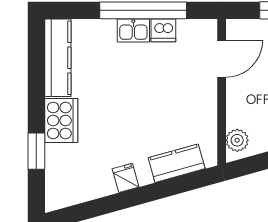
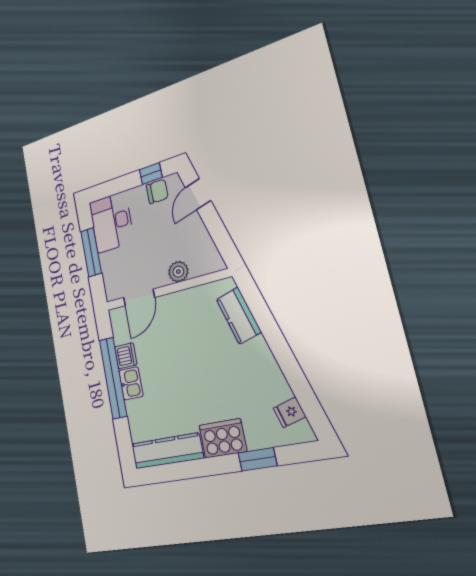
door: (222, 59) -> (139, 297), swing flipped
plant: (237, 140) -> (178, 272), moved
fridge: (126, 178) -> (289, 412), moved

